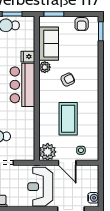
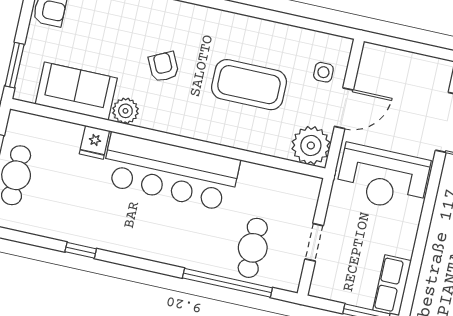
bar counter: (22, 85) -> (170, 172), width x1.36
water cooler: (93, 198) -> (433, 68), removed

